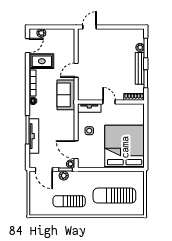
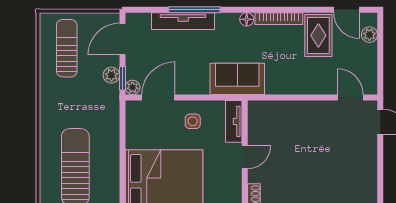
door: (76, 70) -> (350, 97), moved
sofa: (66, 95) -> (237, 79), moved
sun lounger: (69, 201) -> (67, 48), moved

